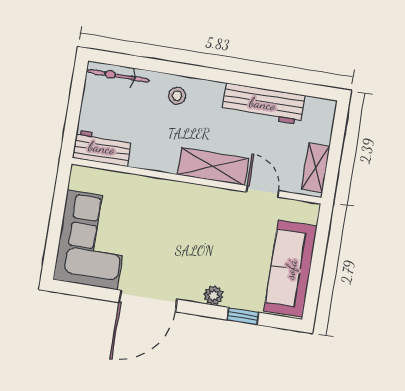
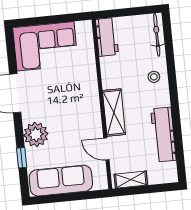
door: (262, 191) -> (106, 149), swing flipped
plant: (214, 295) -> (36, 135), width x1.88, depth x1.88

